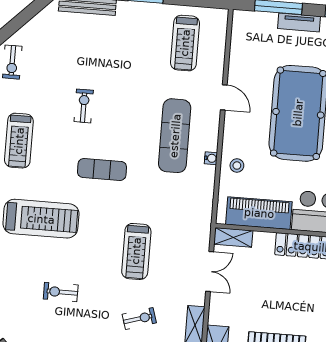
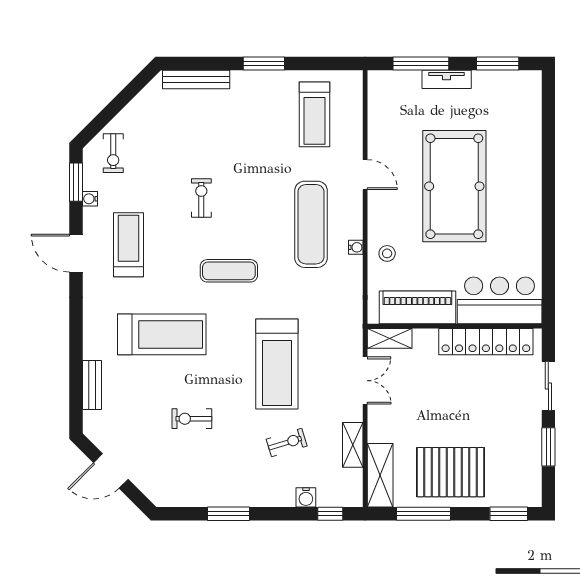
treadmill: (19, 141) -> (129, 245), turned 180
treadmill: (136, 251) -> (277, 364), width x1.37, depth x1.38

